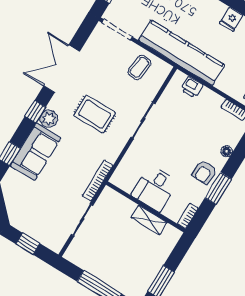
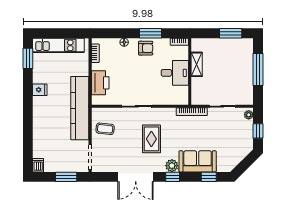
printer: (192, 87) -> (100, 83), width x1.87, depth x1.48
plant: (53, 244) -> (249, 115), added

